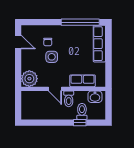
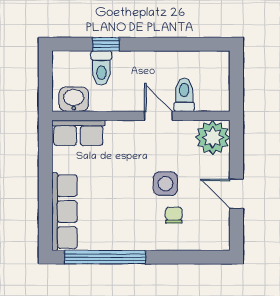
door: (18, 42) -> (236, 194), moved
row of seats: (83, 81) -> (78, 133), moved
toilet: (69, 99) -> (184, 95), moved

